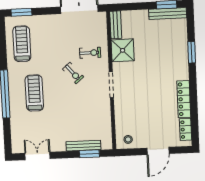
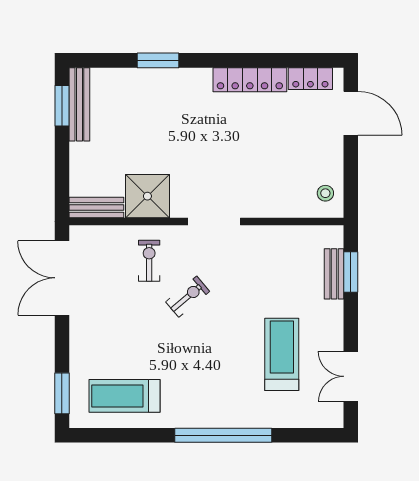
treadmill: (34, 93) -> (282, 354), moved, turned 90
bench: (83, 146) -> (334, 274), width x0.73
door: (158, 151) -> (351, 113), moved

